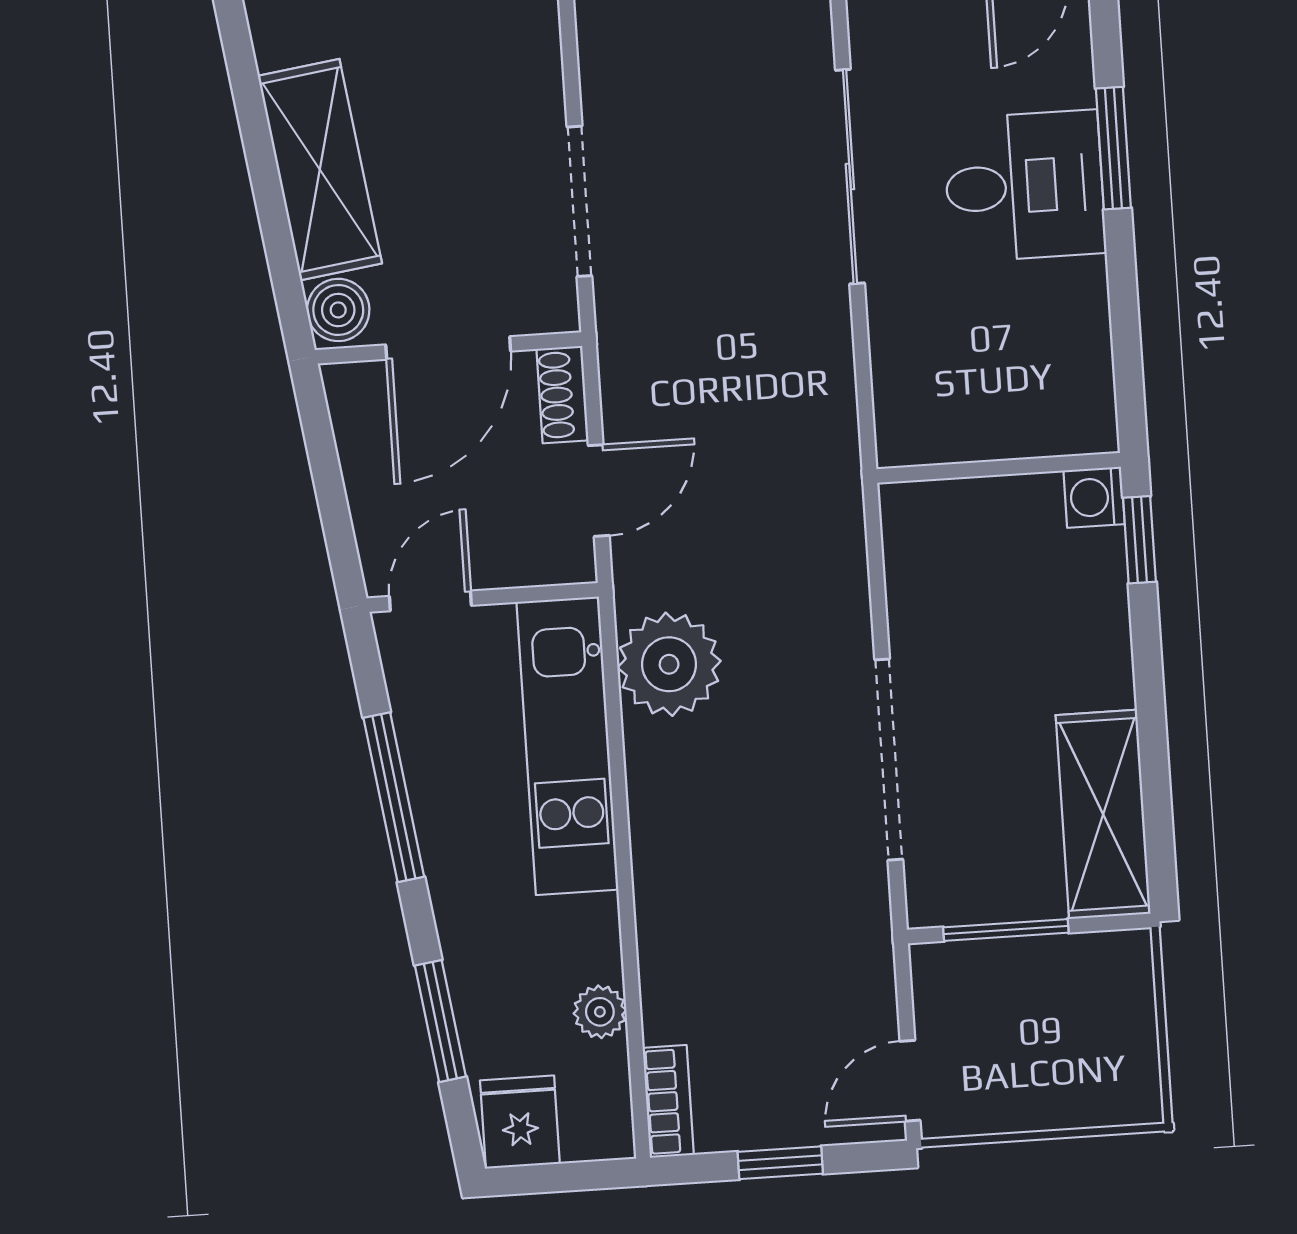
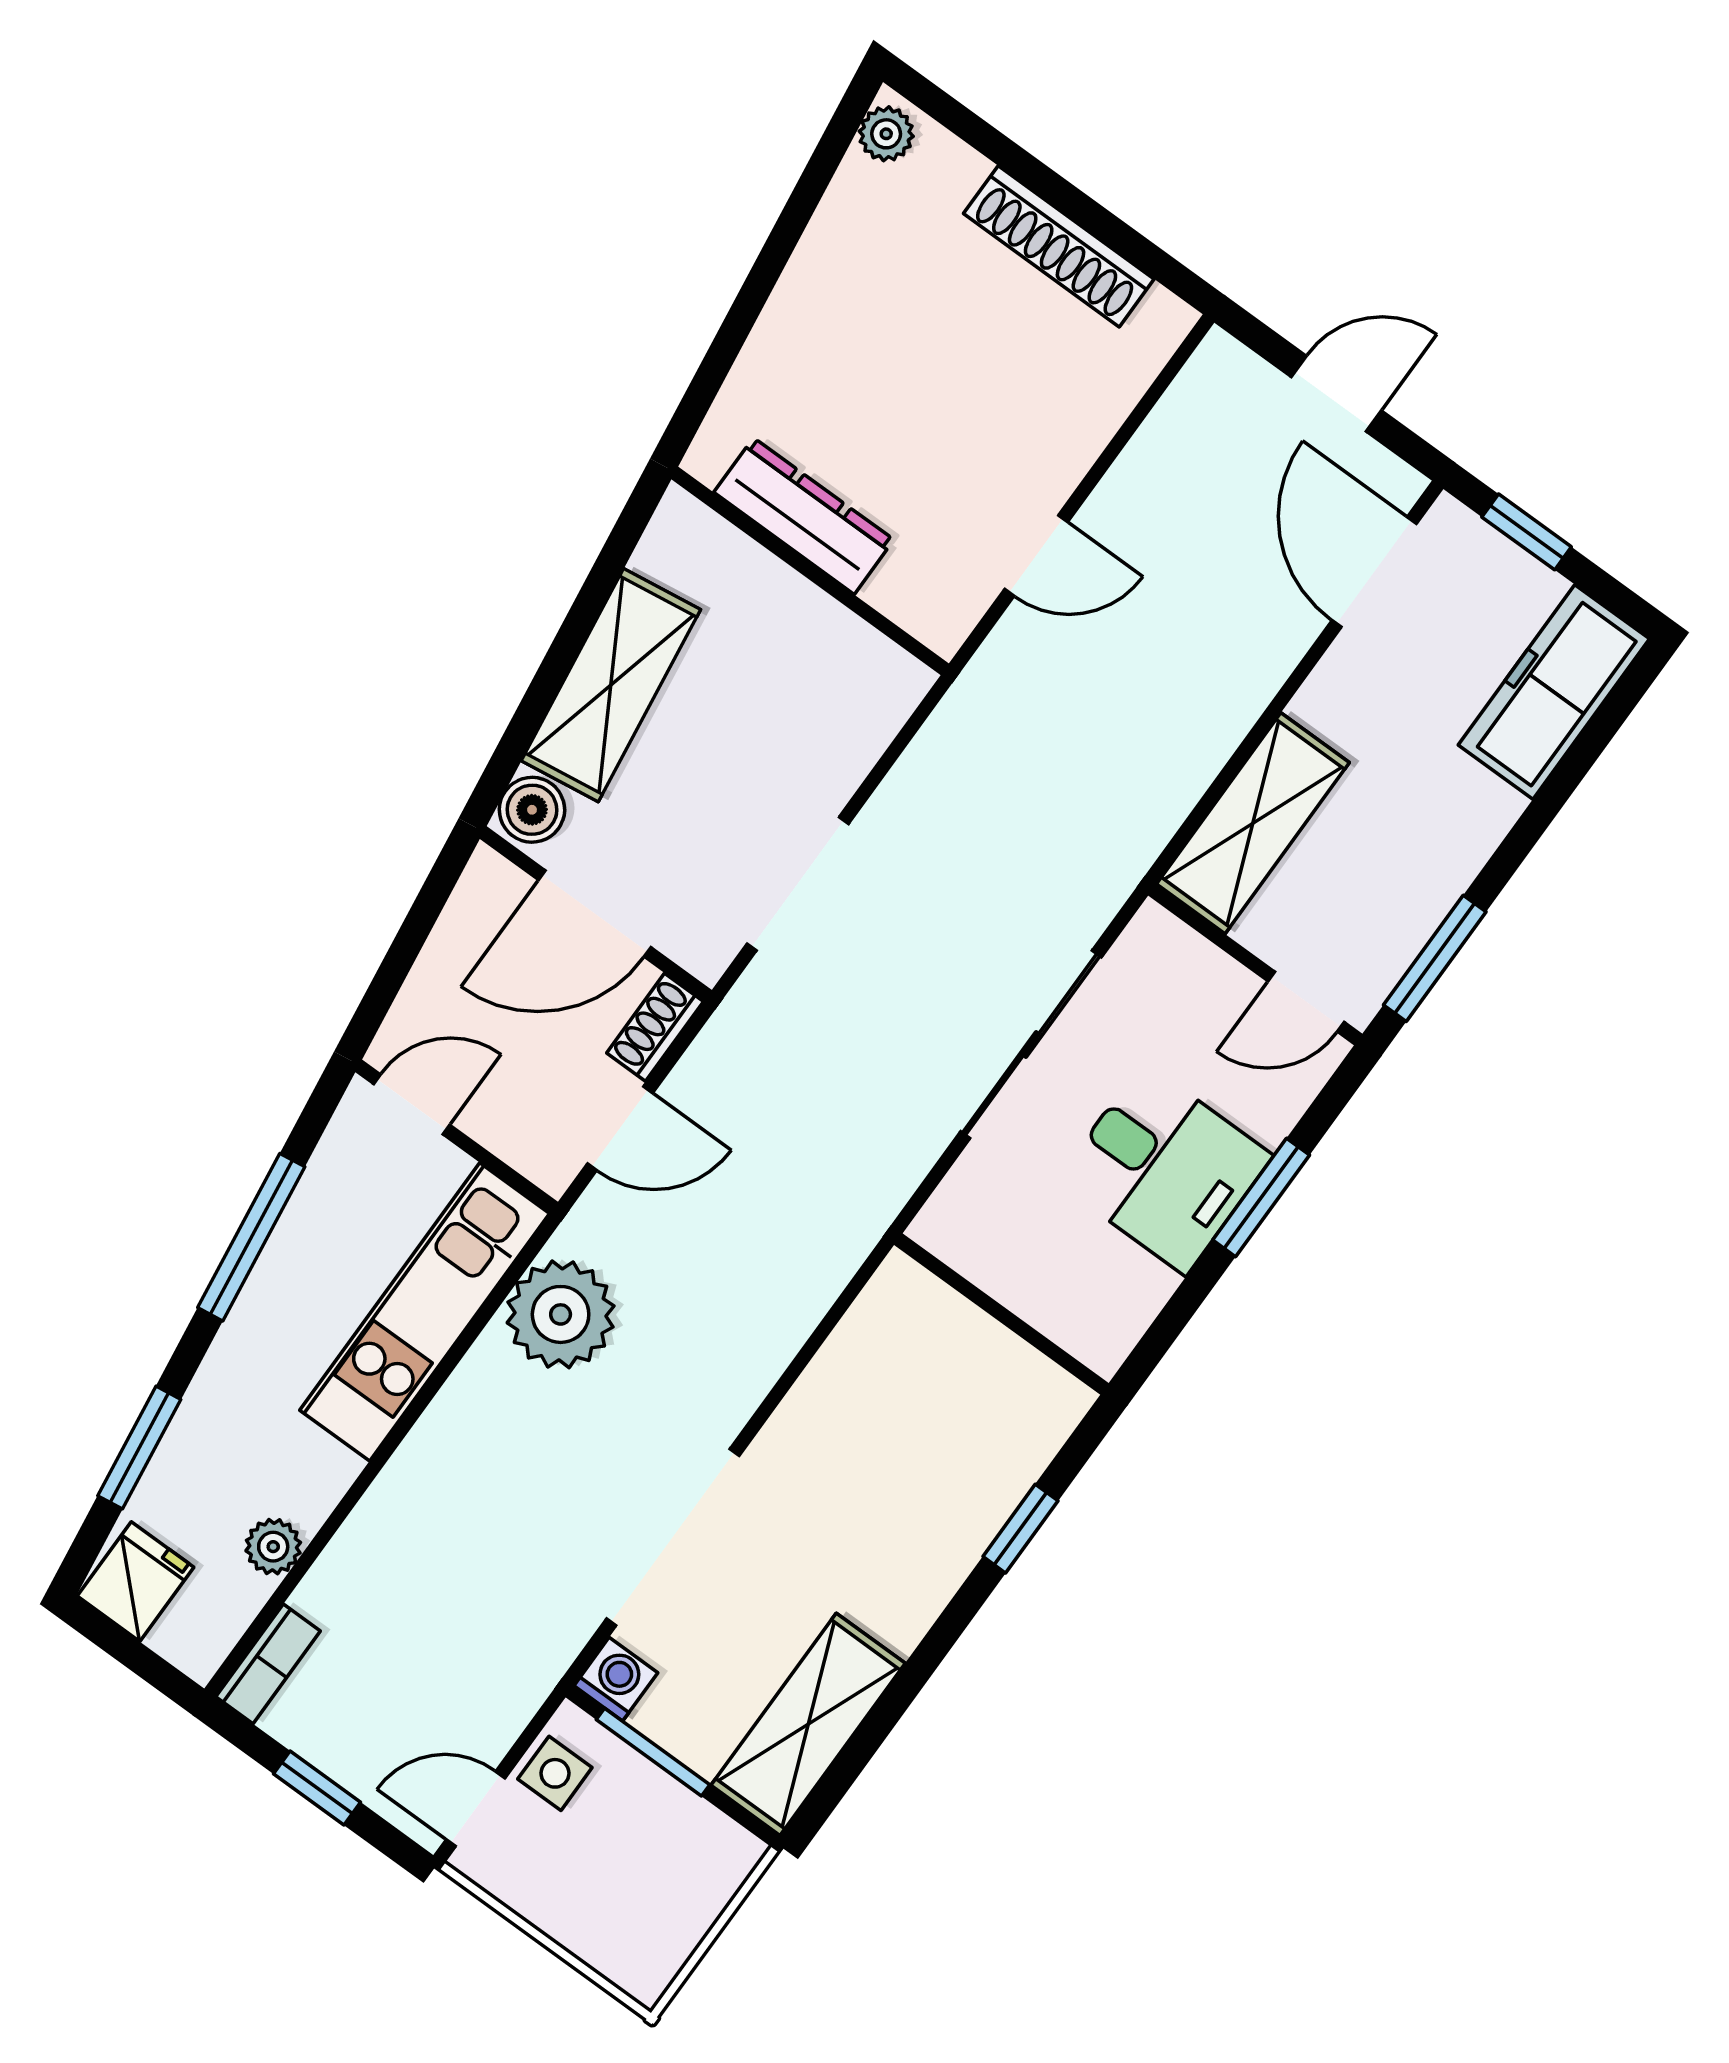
wall: (999, 468) -> (1001, 1314), moved
washing machine: (1094, 497) -> (616, 1679), moved, turned 90
side table: (947, 1006) -> (555, 1773), added

